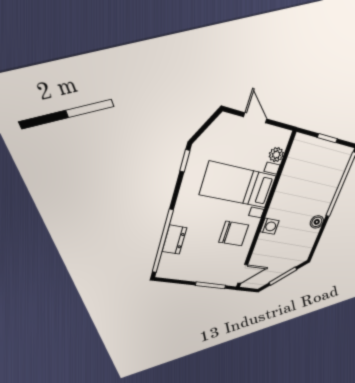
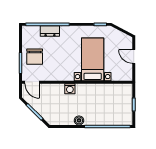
door: (255, 118) -> (134, 56), swing flipped
plant: (276, 155) -> (116, 76), removed
chair: (234, 234) -> (35, 57), moved

